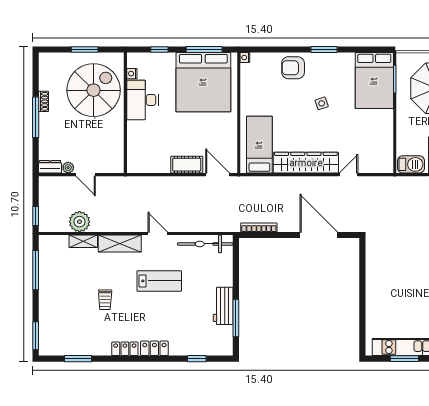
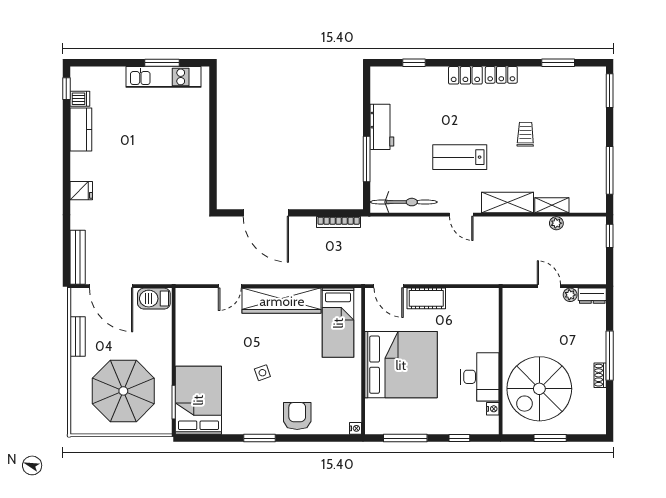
armchair: (293, 68) -> (297, 416), turned -90
bed: (203, 82) -> (401, 365), moved, turned 90
plant: (80, 222) -> (556, 223), width x0.53, depth x0.53
window: (236, 318) -> (367, 159), moved

